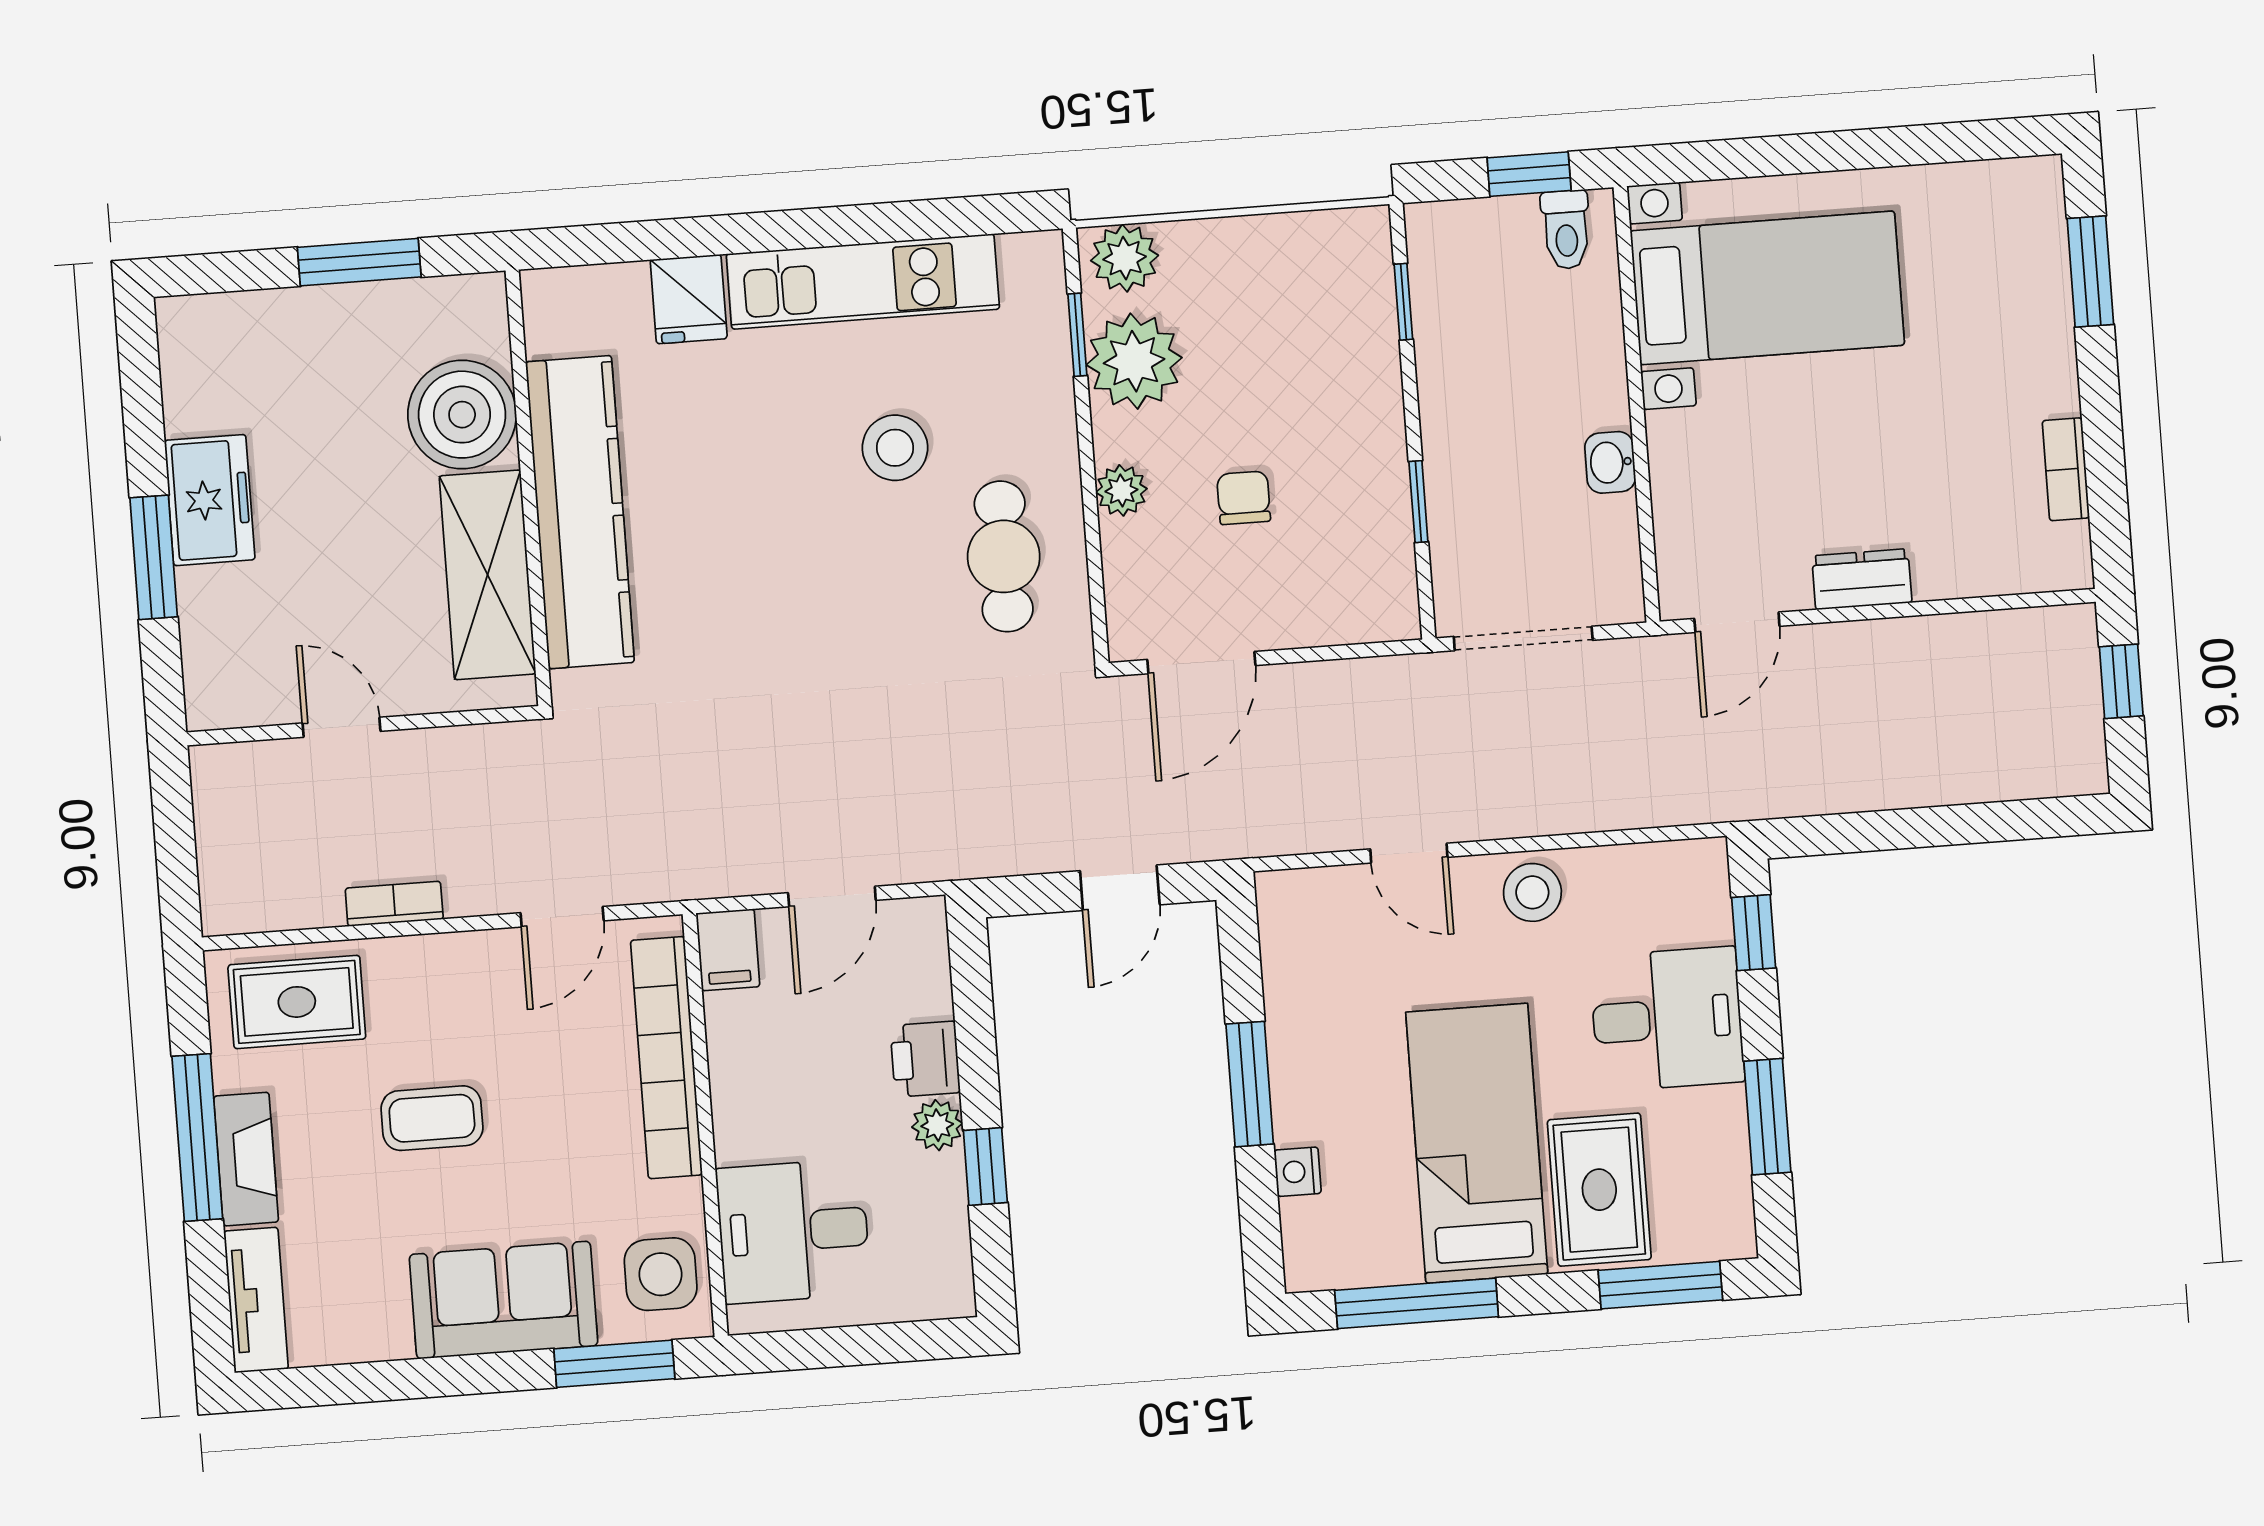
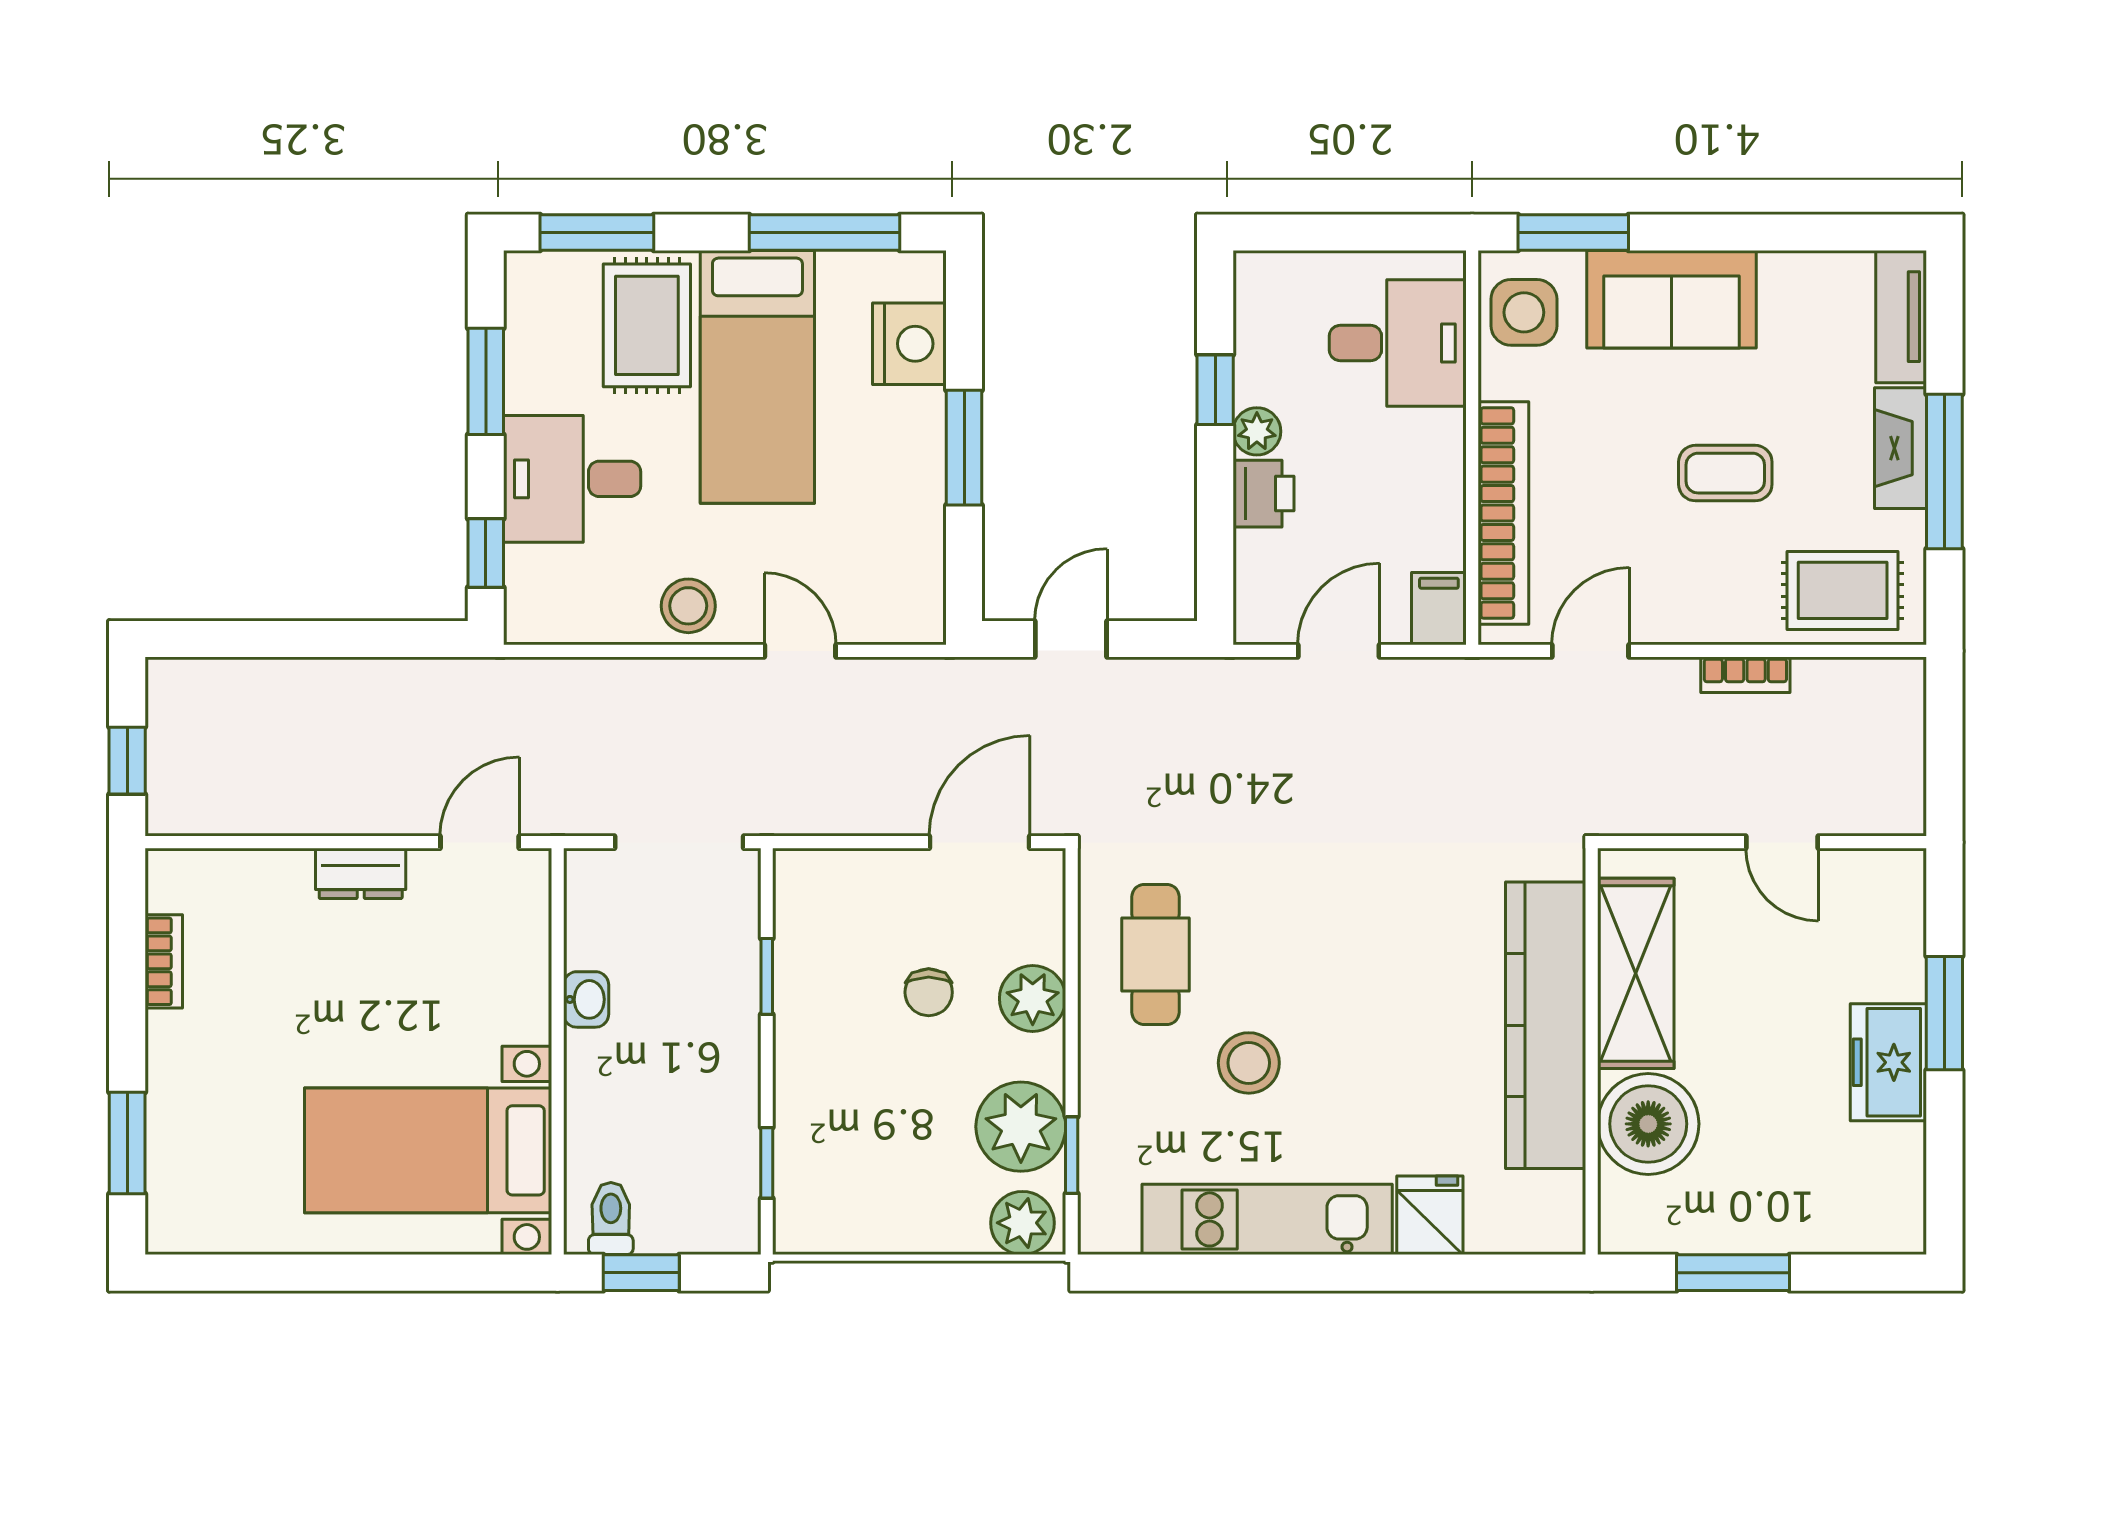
plant: (1121, 490) -> (1033, 998), width x1.38, depth x1.38
nightstand: (1298, 1172) -> (909, 344), width x1.89, depth x1.79

